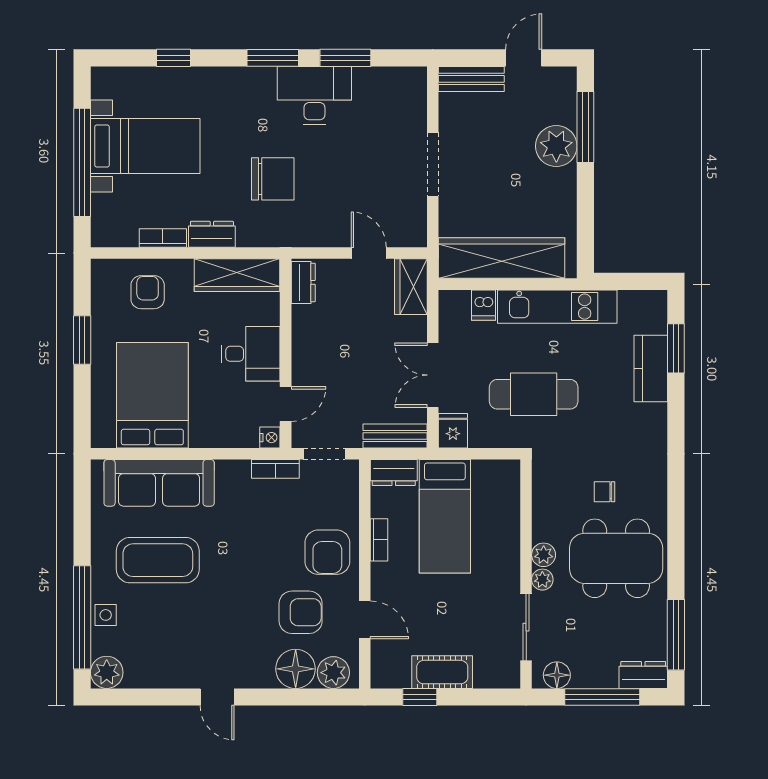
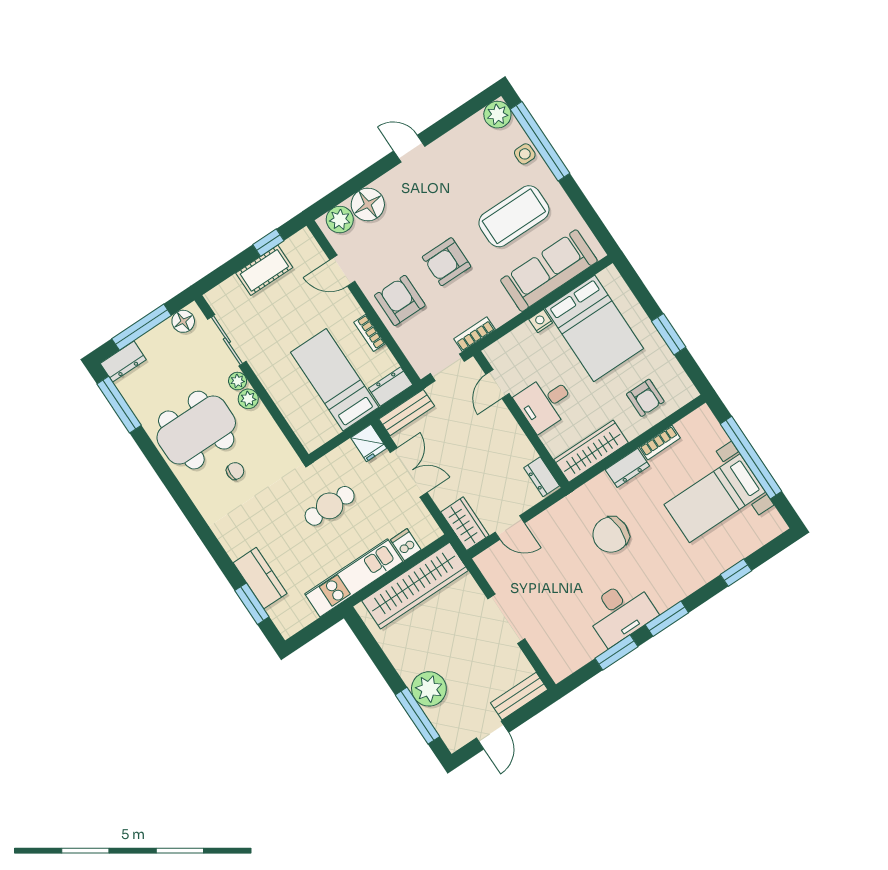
cafe table: (534, 394) -> (330, 506), width x0.73, depth x0.74
nightstand: (270, 438) -> (541, 321), moved, turned 90
armchair: (301, 612) -> (446, 262), moved

